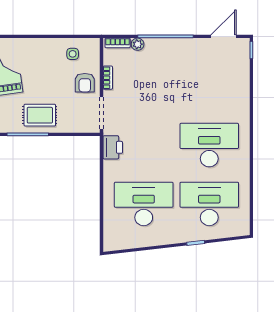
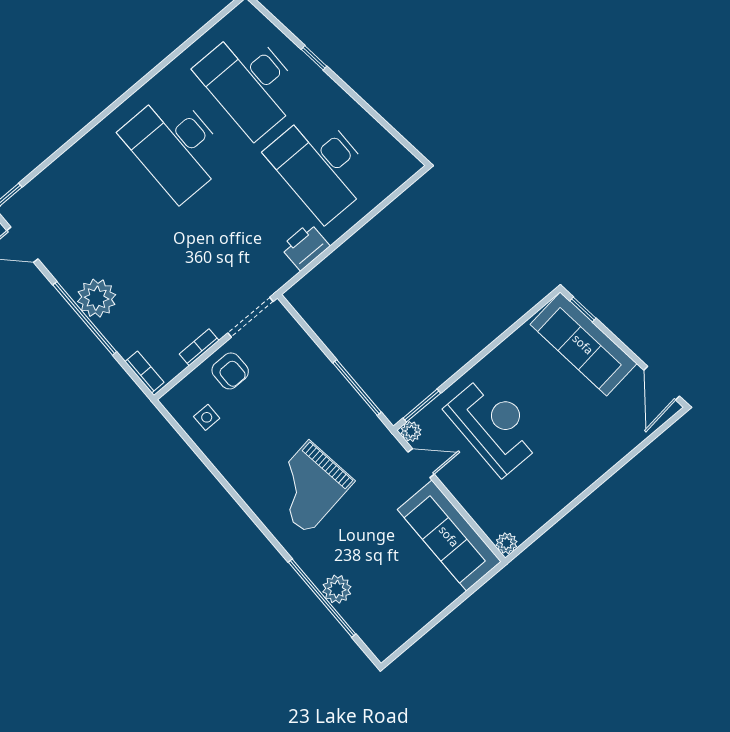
plant: (138, 44) -> (97, 298), moved, width x1.87, depth x1.87
armchair: (85, 83) -> (230, 371), turned 90
rug: (40, 115) -> (320, 393), removed
printer: (113, 147) -> (305, 247), moved

